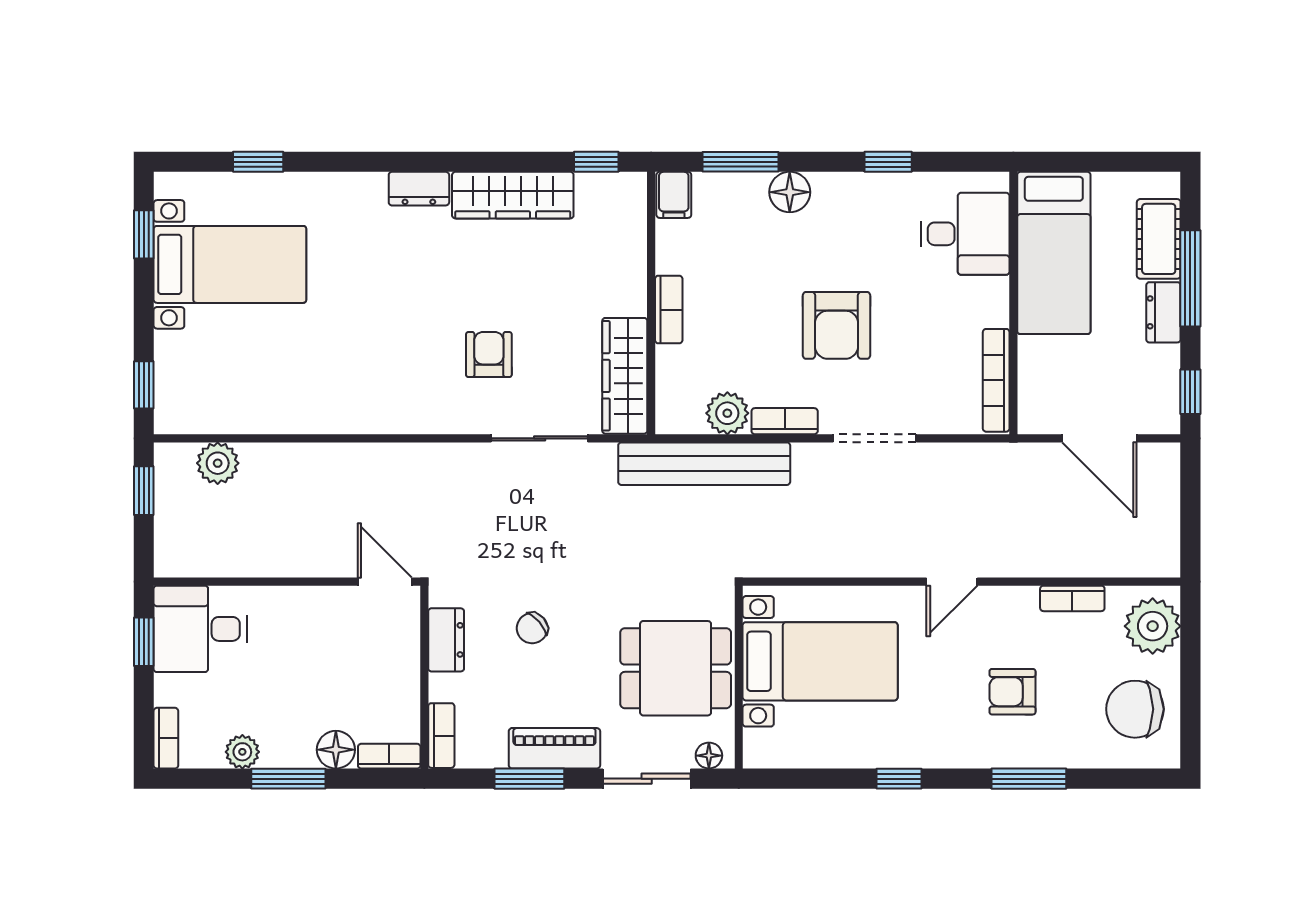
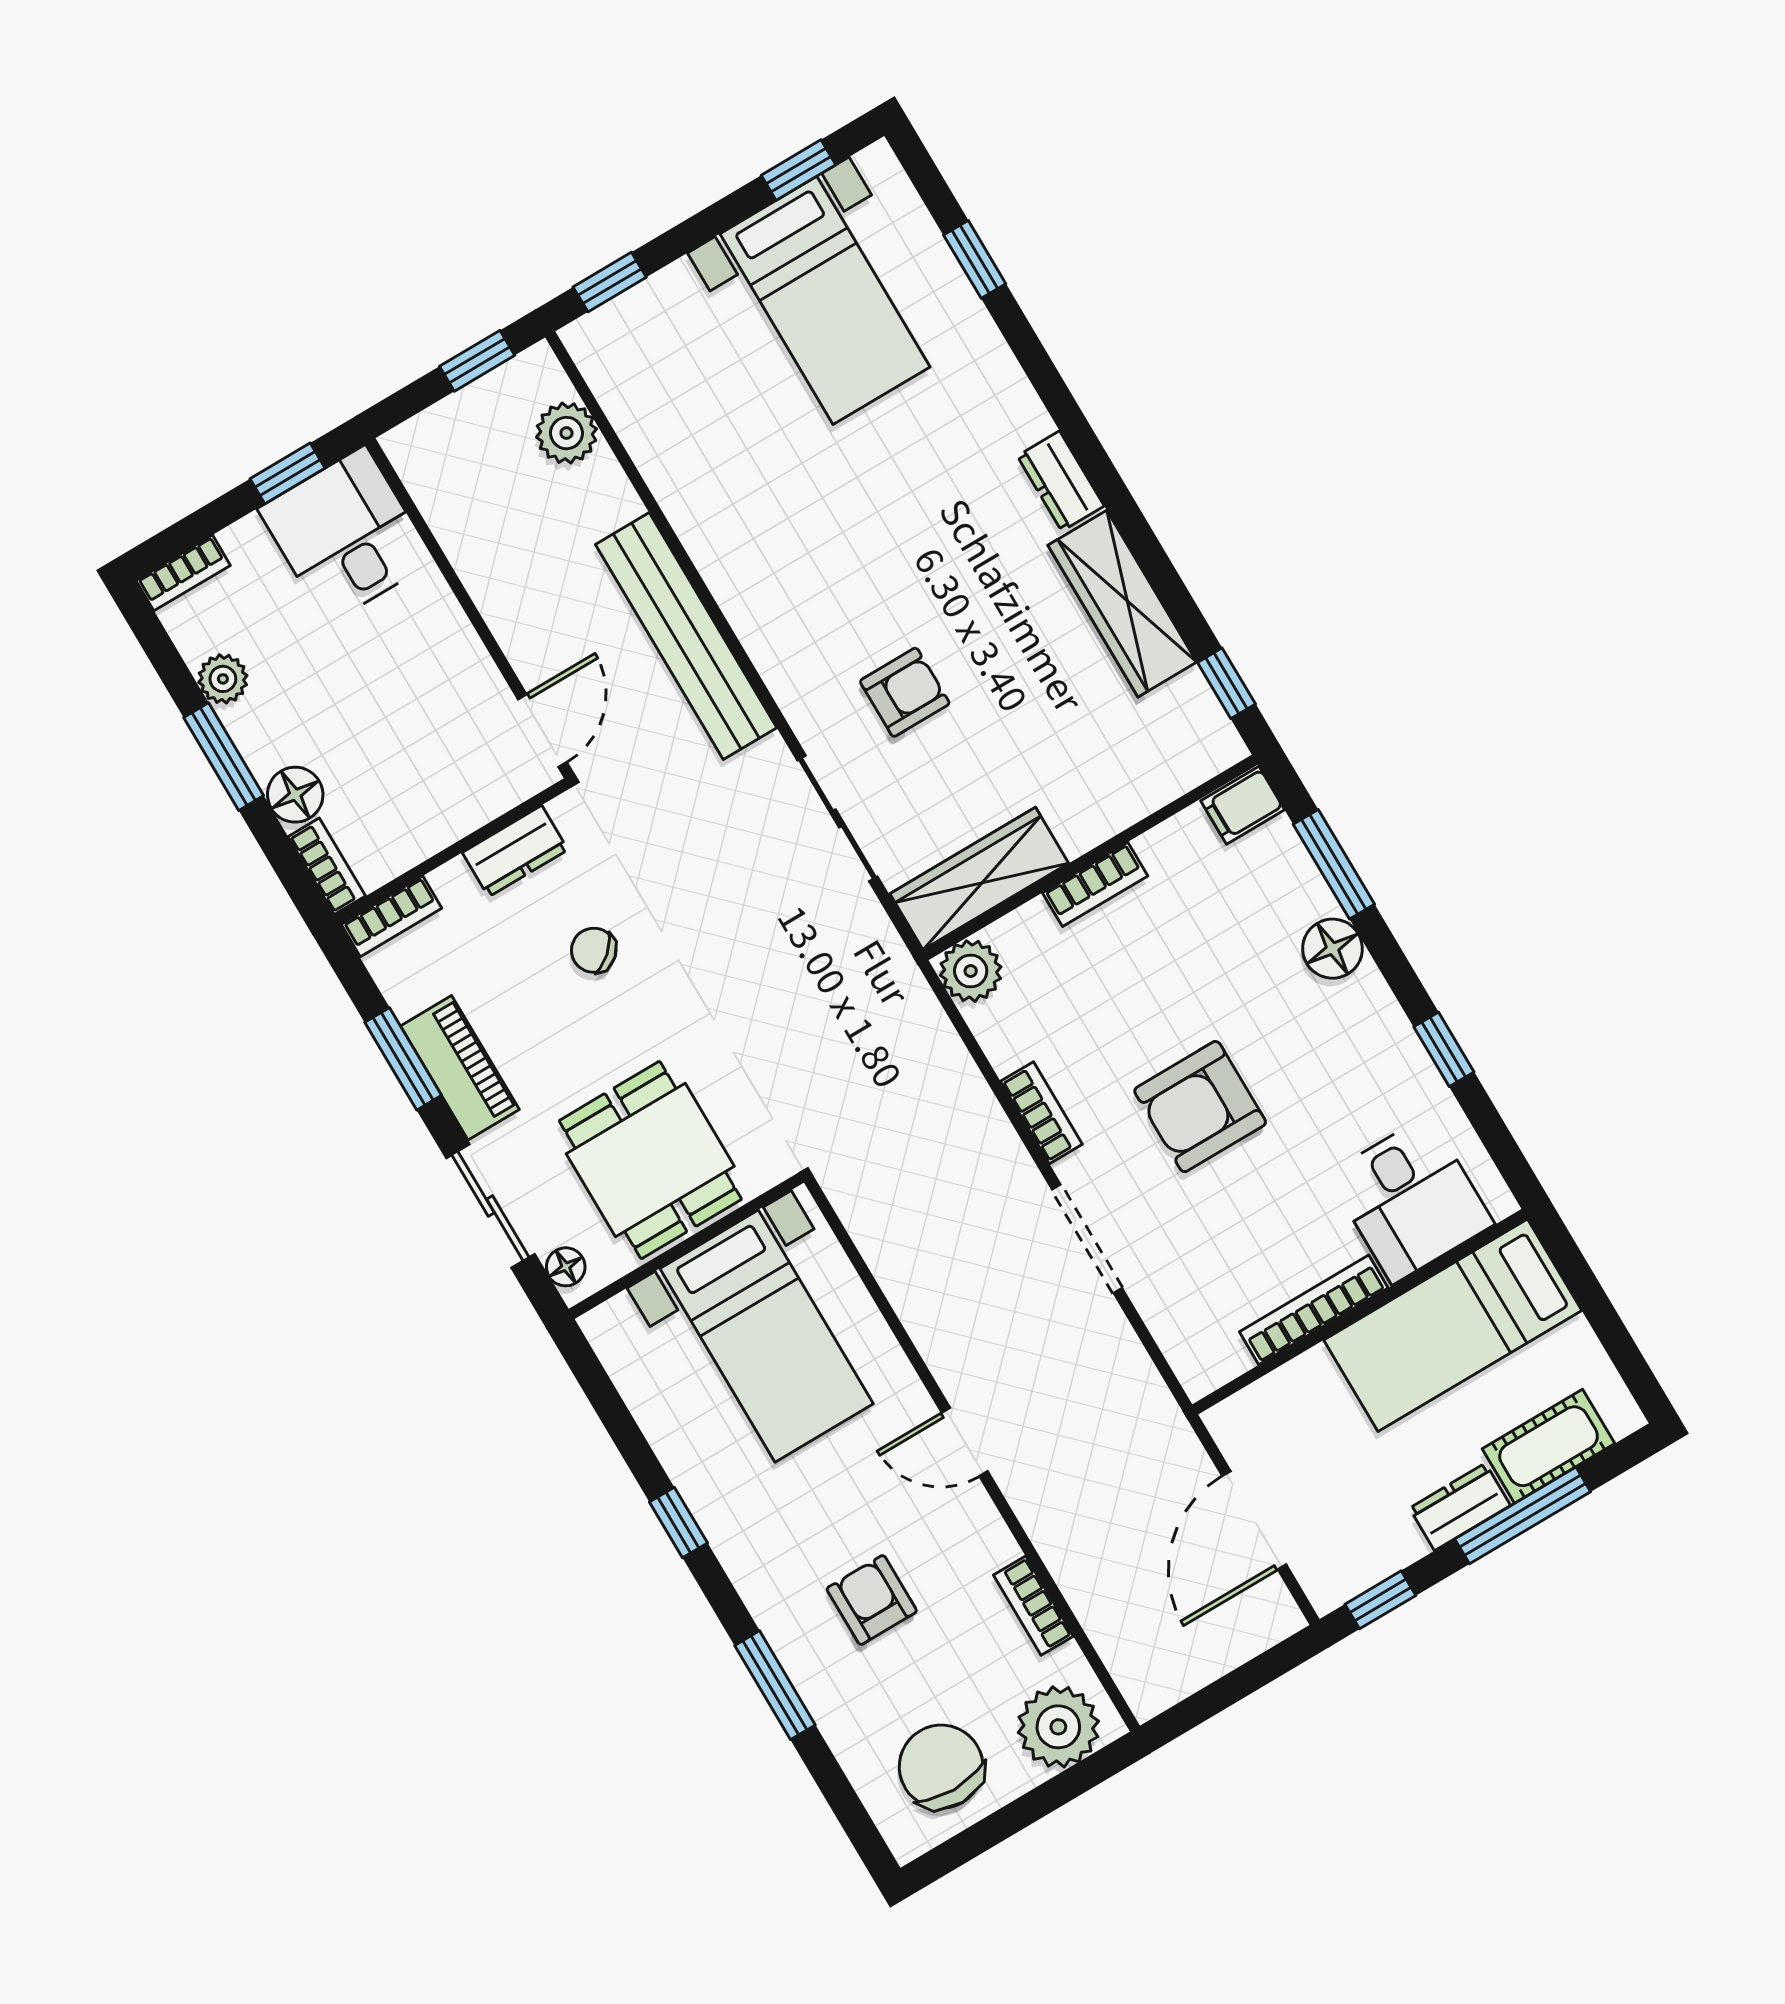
bookcase: (996, 380) -> (1314, 1310), moved
plant: (727, 413) -> (971, 971), moved
bench: (704, 464) -> (686, 636), moved

